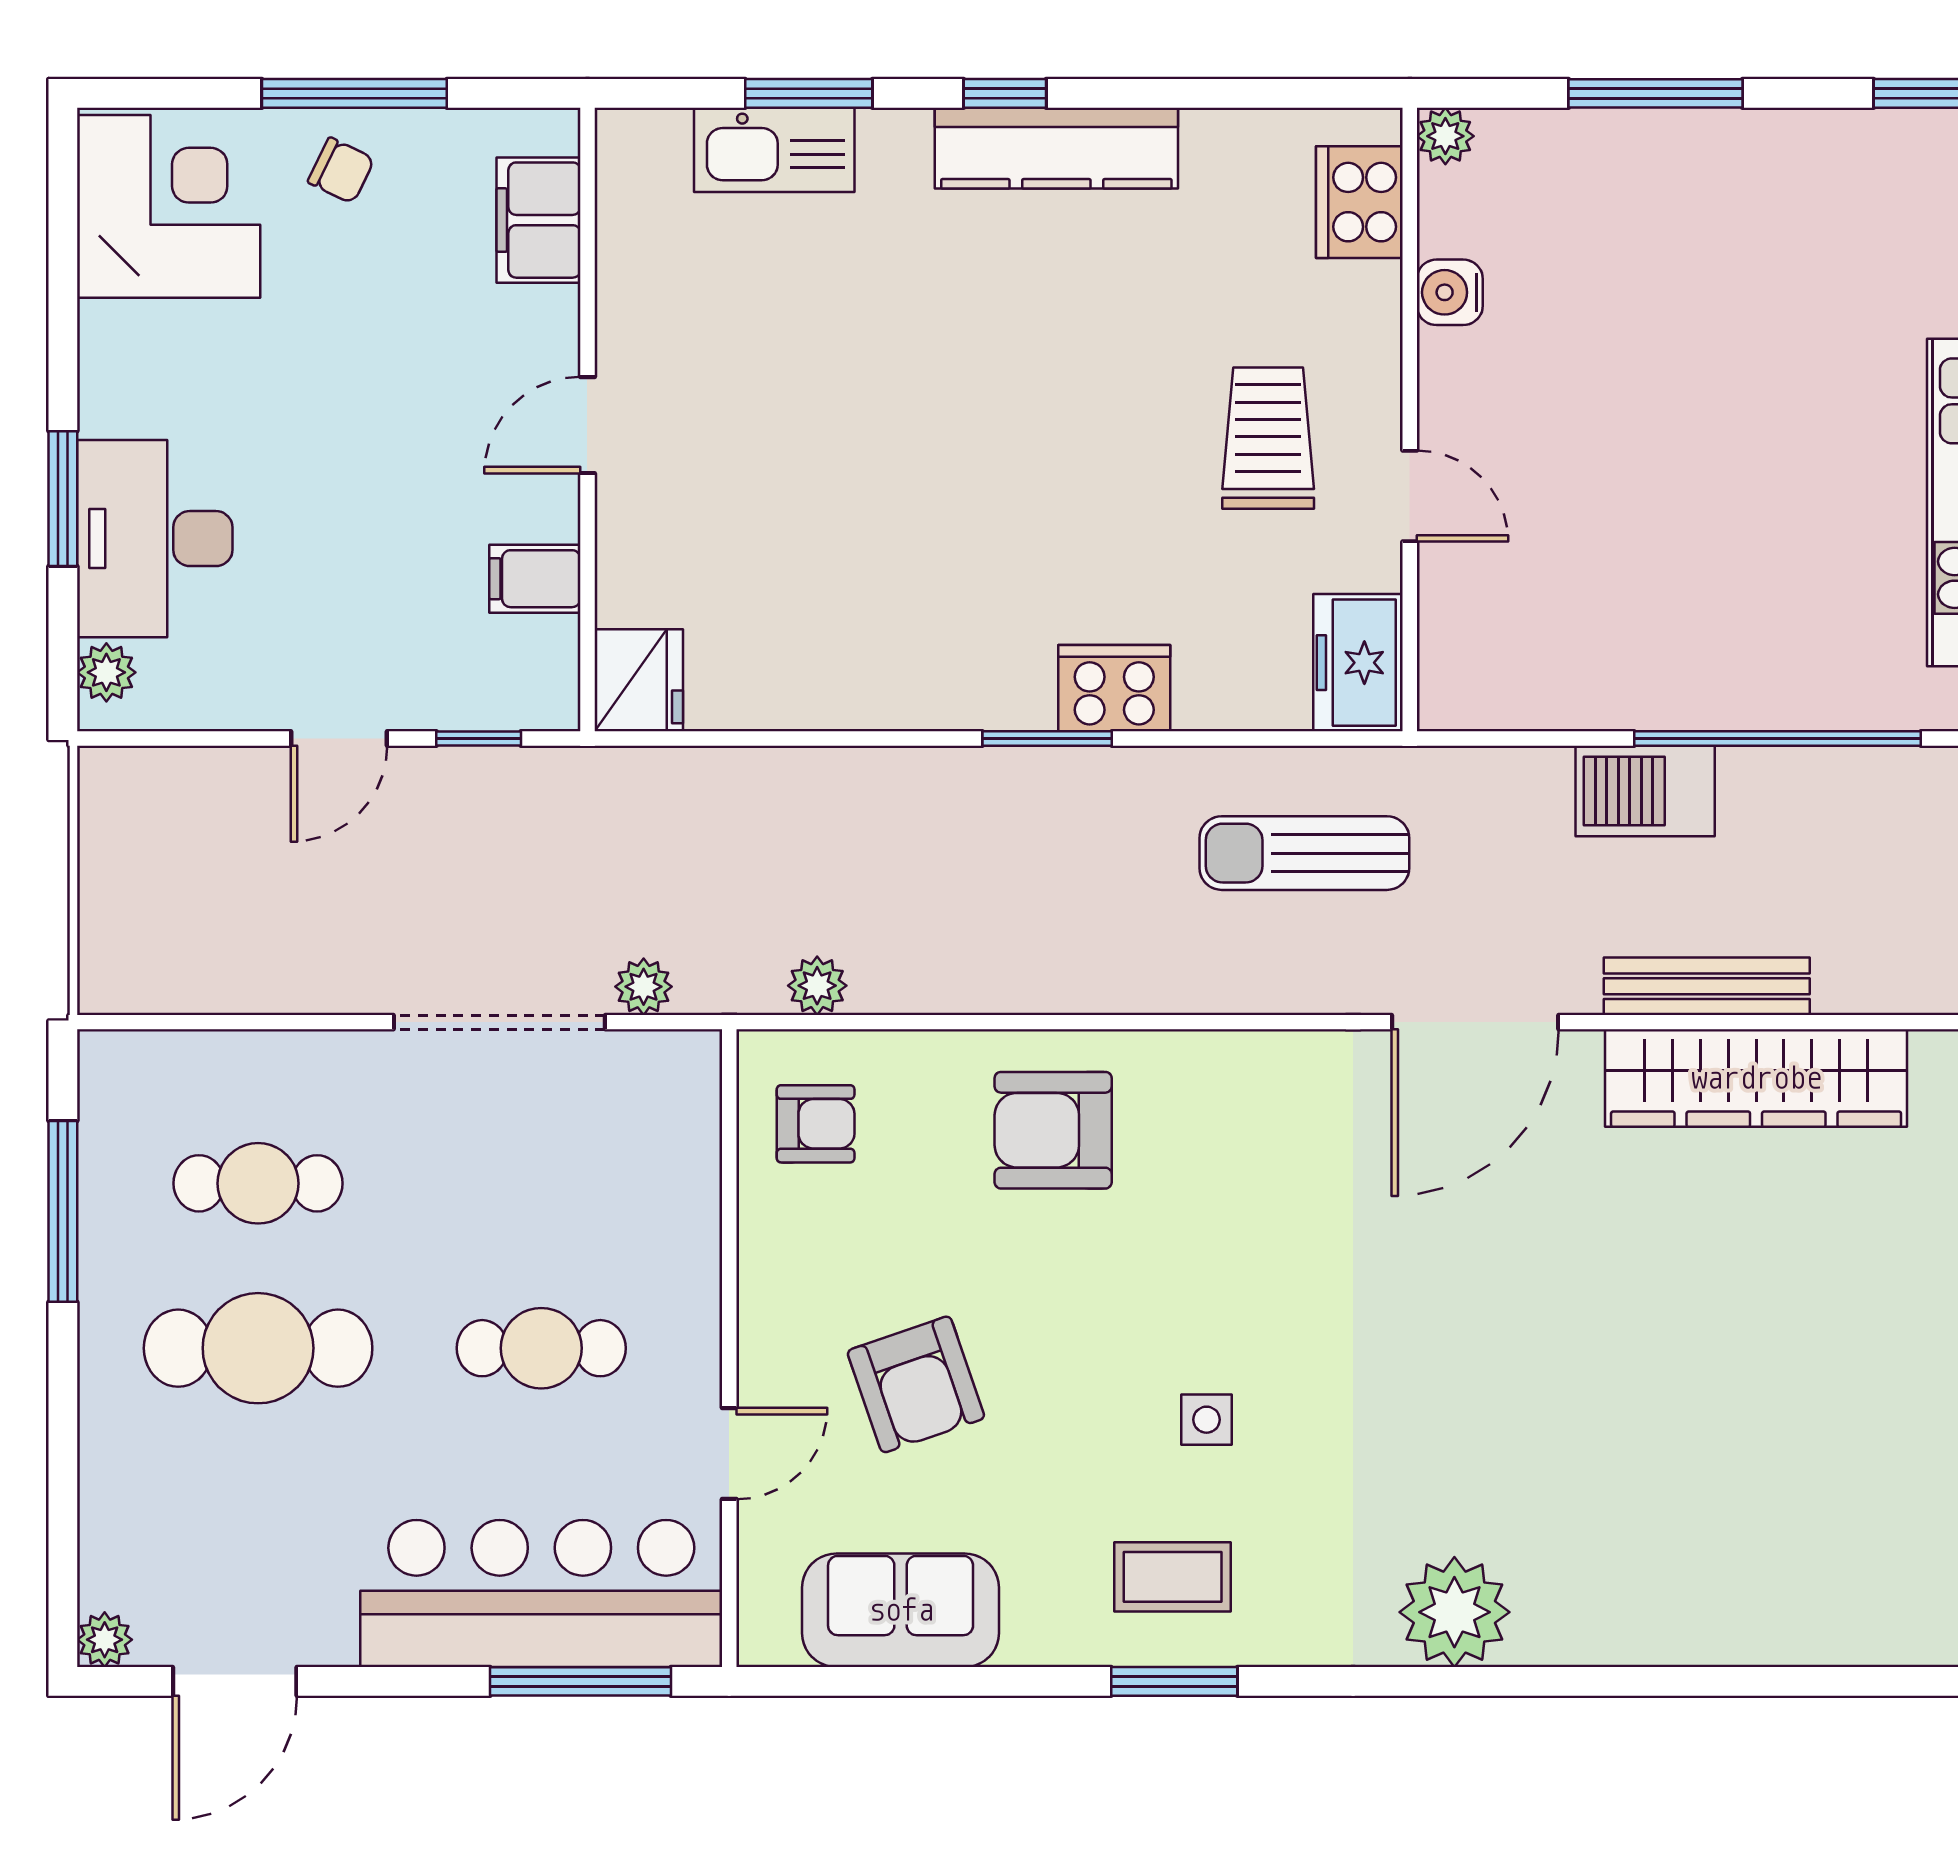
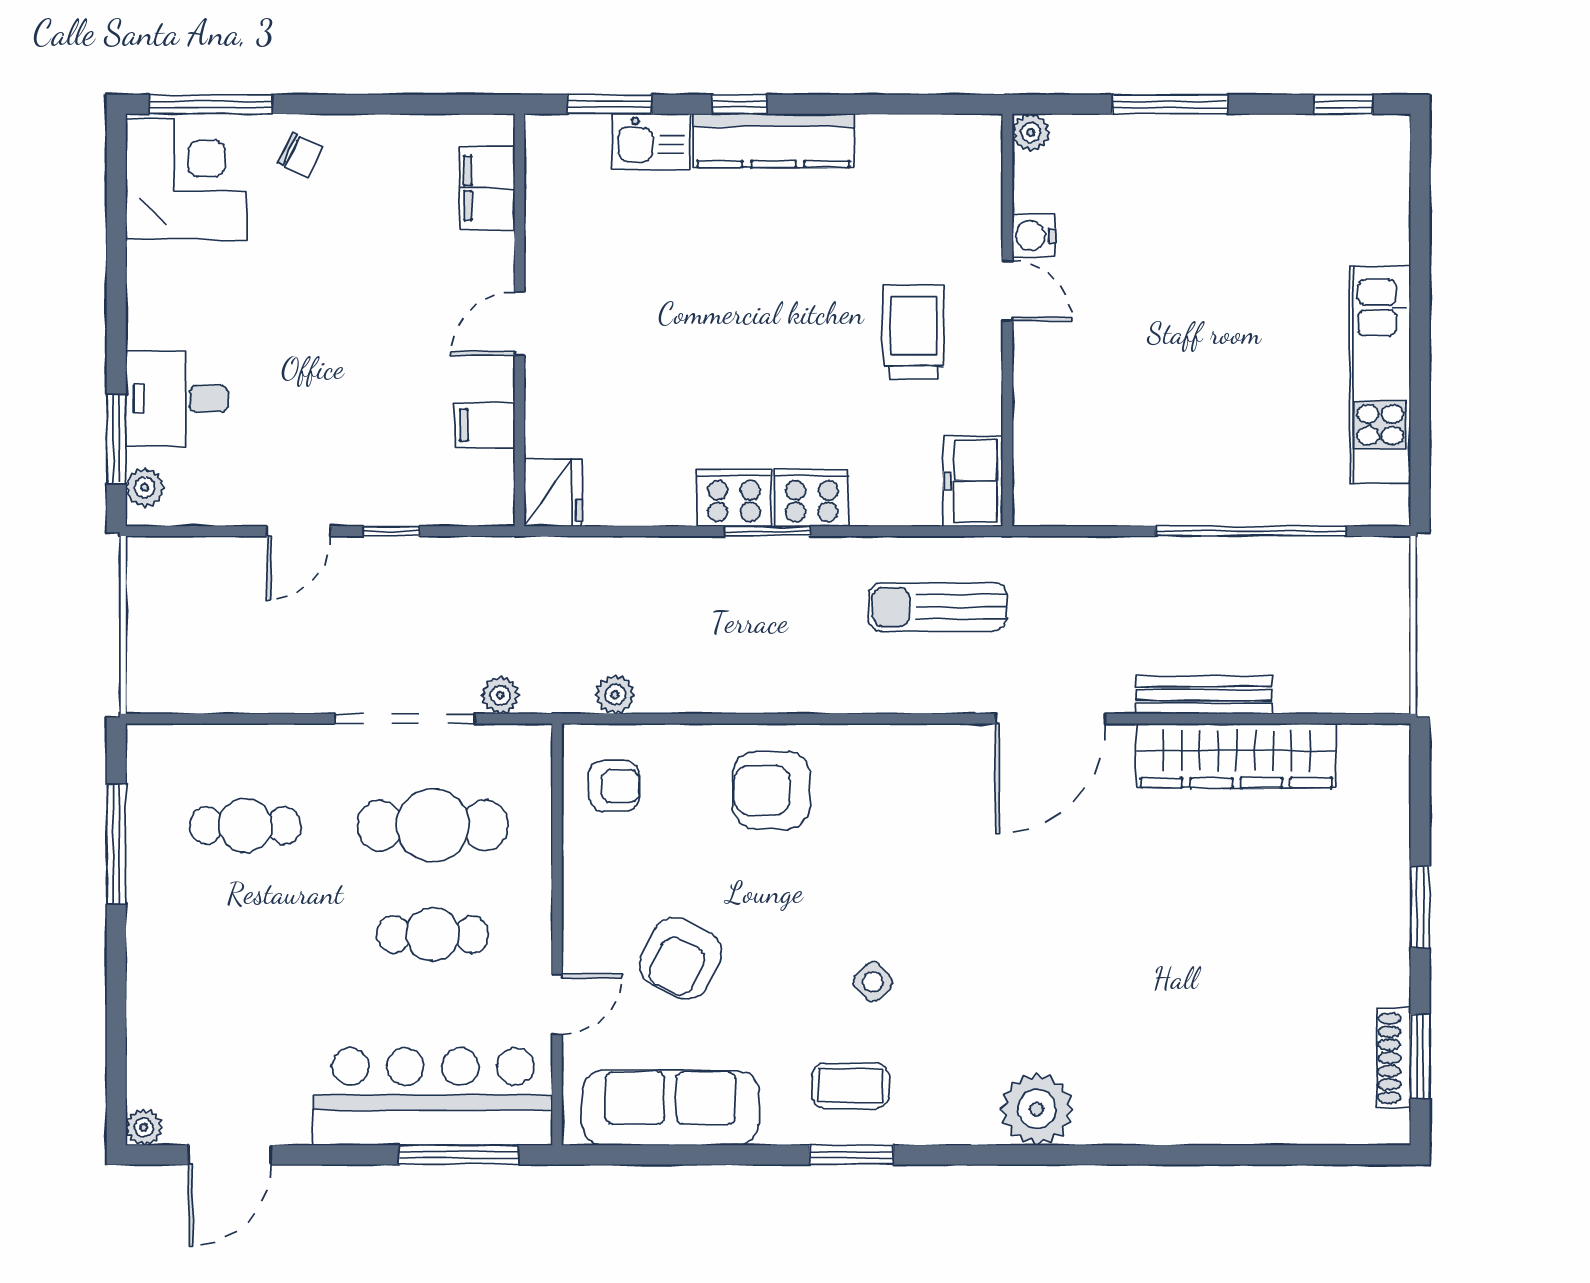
window: (354, 93) -> (211, 104), moved
kitchen sink: (774, 150) -> (651, 142), moved, width x0.73
cooker: (1359, 202) -> (734, 498), moved, turned 90
filing cabinet: (539, 220) -> (487, 188), moved
wall: (587, 420) -> (520, 320), moved
door: (587, 425) -> (520, 324), moved
door: (1410, 496) -> (1007, 291), moved
window: (63, 499) -> (116, 439), moved
desk: (155, 539) -> (177, 399), width x0.73
filing cabinet: (535, 579) -> (485, 425), moved
fridge: (639, 680) -> (553, 493), moved
barbecue: (1645, 791) -> (1163, 566), removed
cafe table: (258, 1348) -> (433, 825), moved
armchair: (916, 1384) -> (681, 958), turned 44
side table: (1207, 1420) -> (873, 982), turned 45
sofa: (901, 1610) -> (670, 1108), width x1.36

